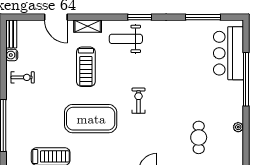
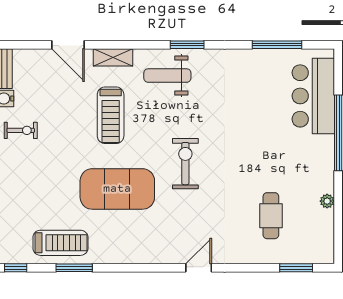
exercise bike: (139, 101) -> (185, 164), width x1.38, depth x1.39

